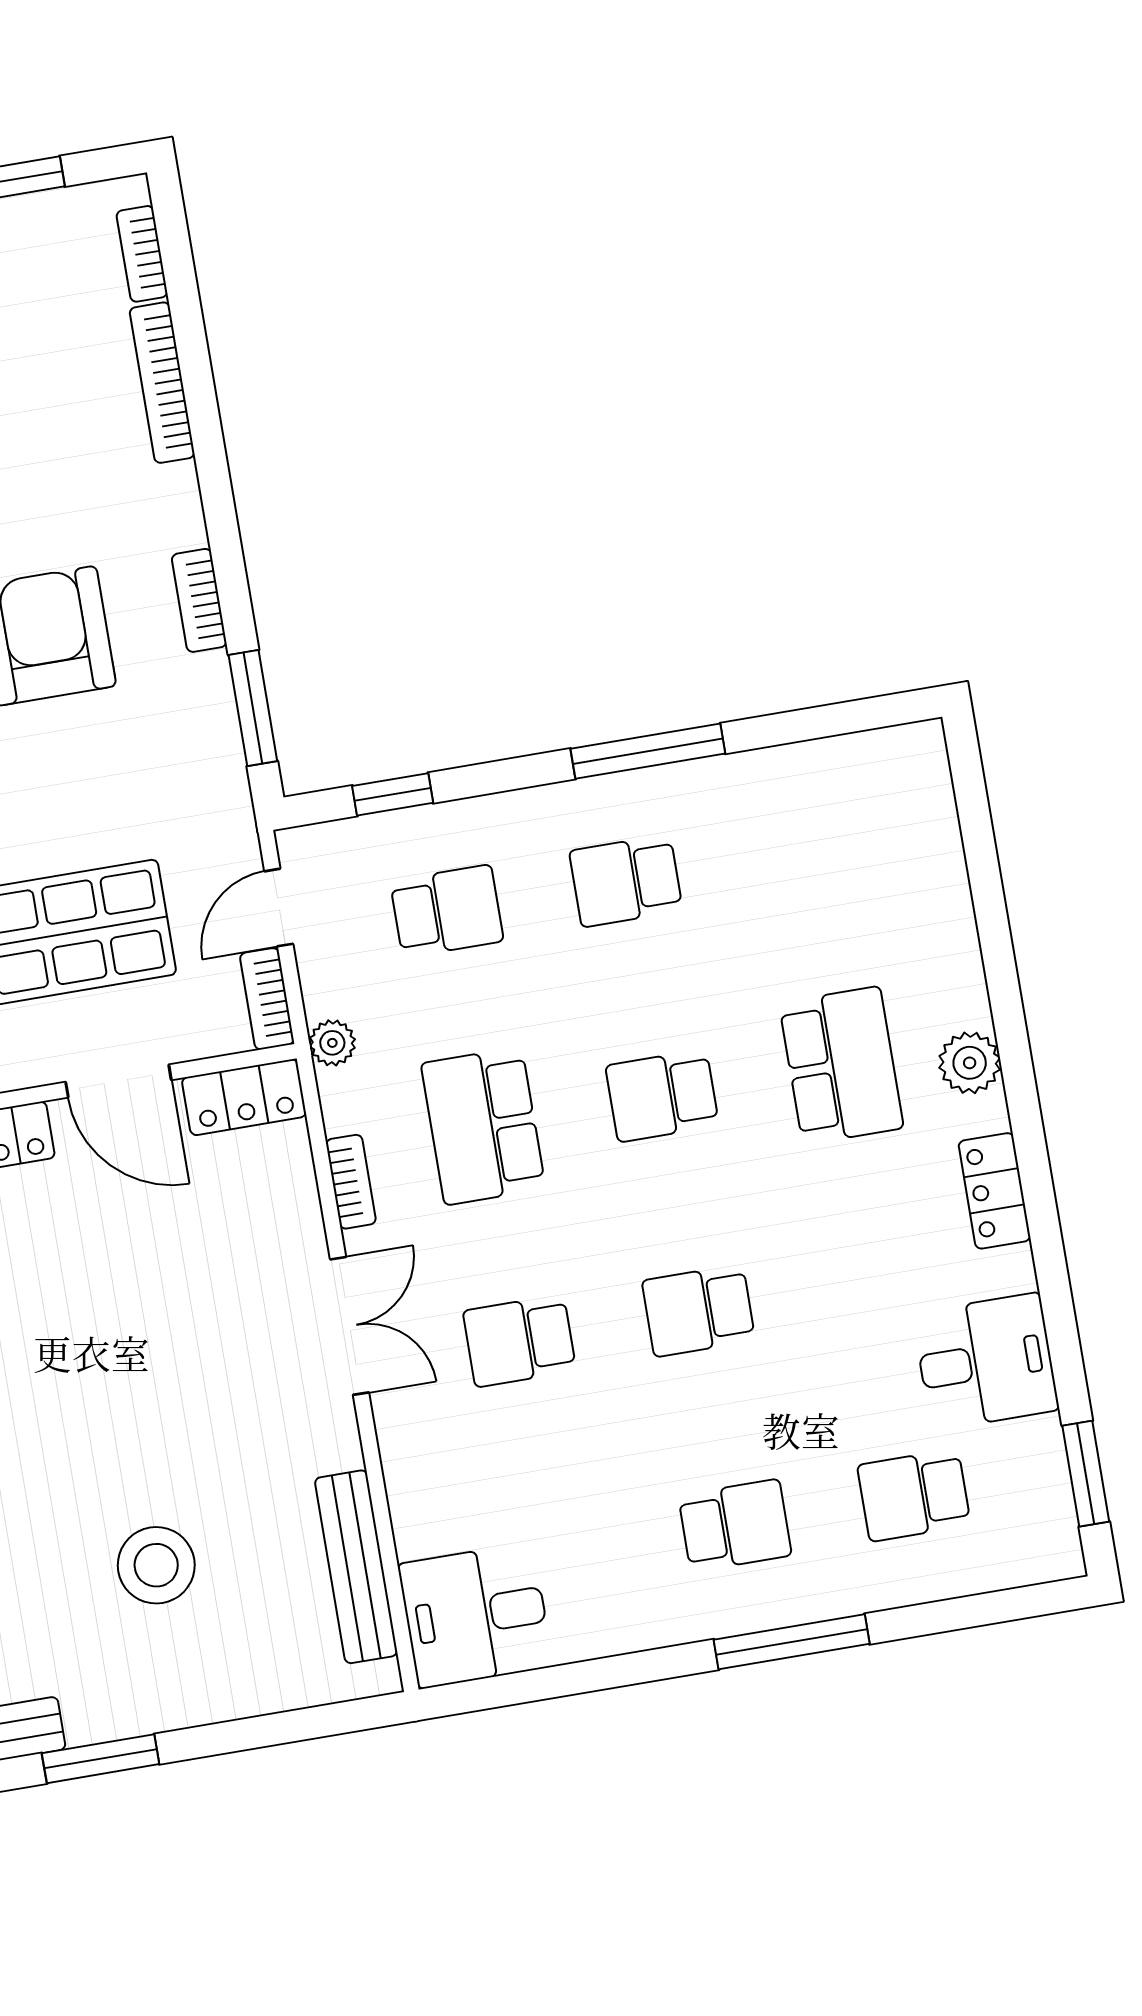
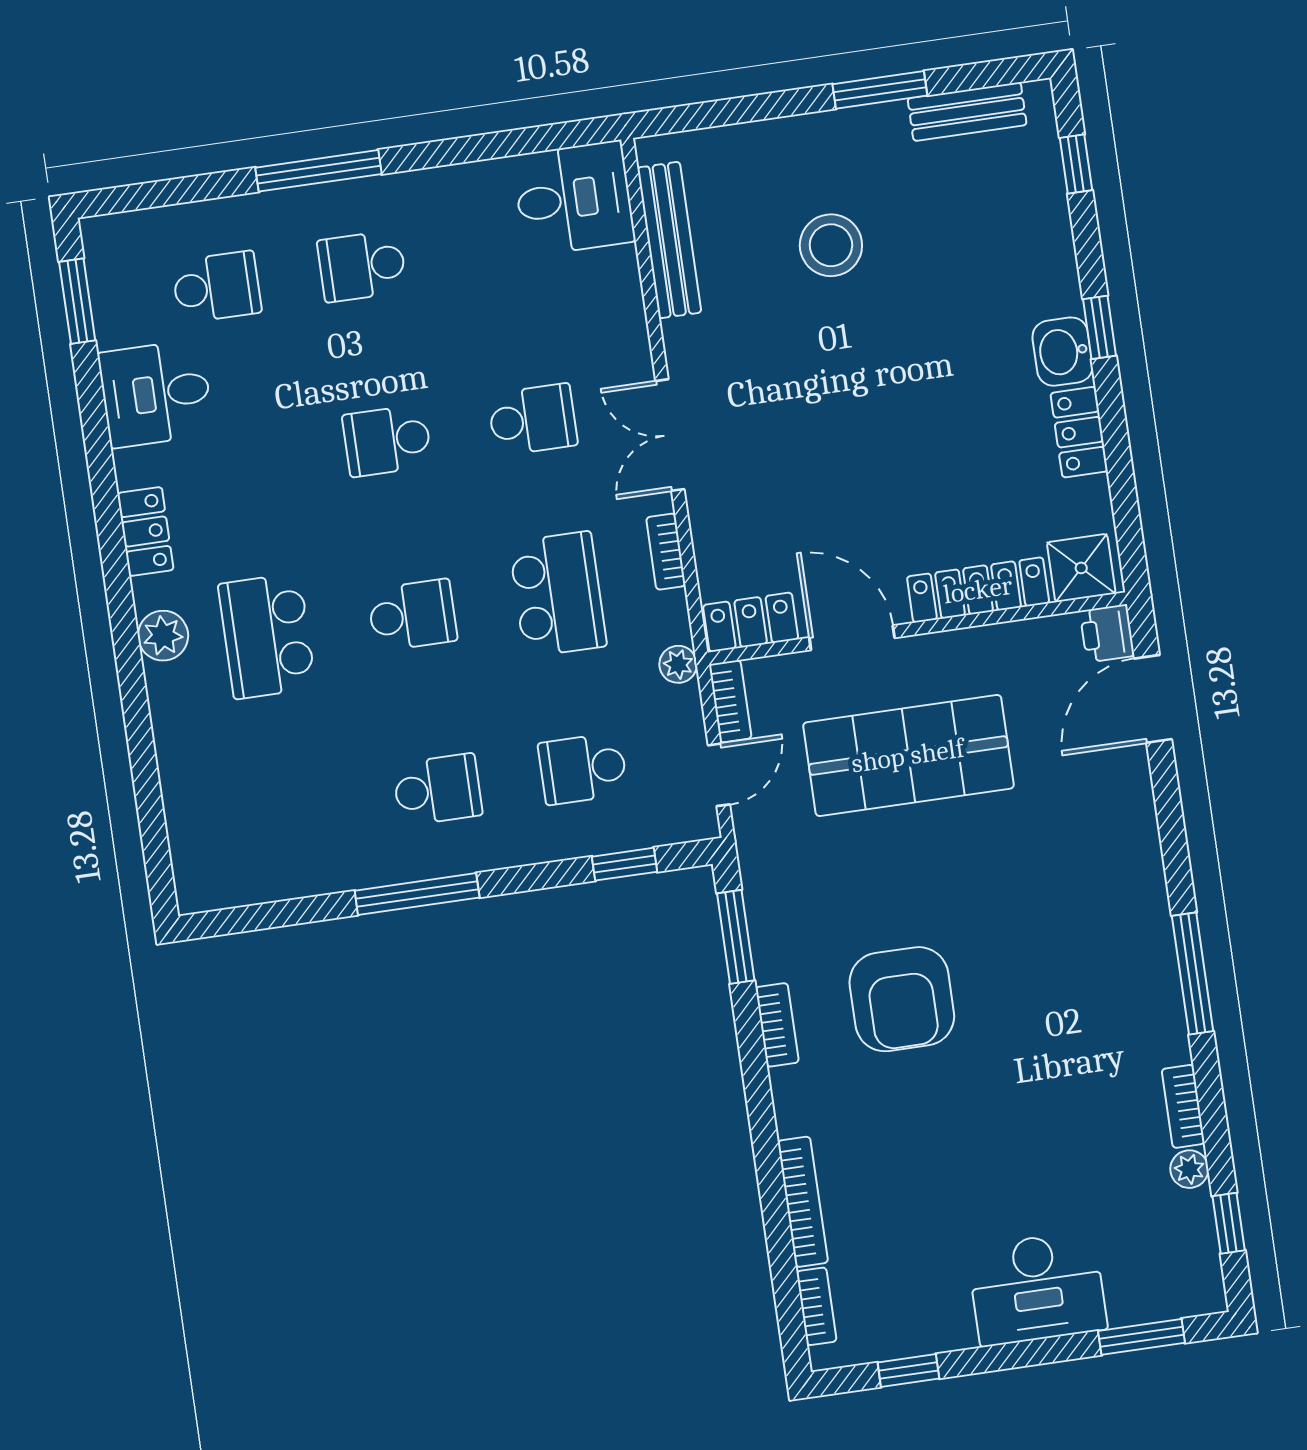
school desk: (699, 1311) -> (387, 441), turned 180

